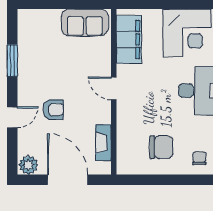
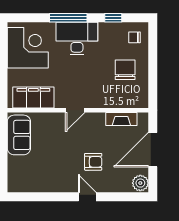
window: (12, 60) -> (51, 197), removed
armchair: (53, 110) -> (93, 162), turned 90
door: (12, 117) -> (87, 197), moved

